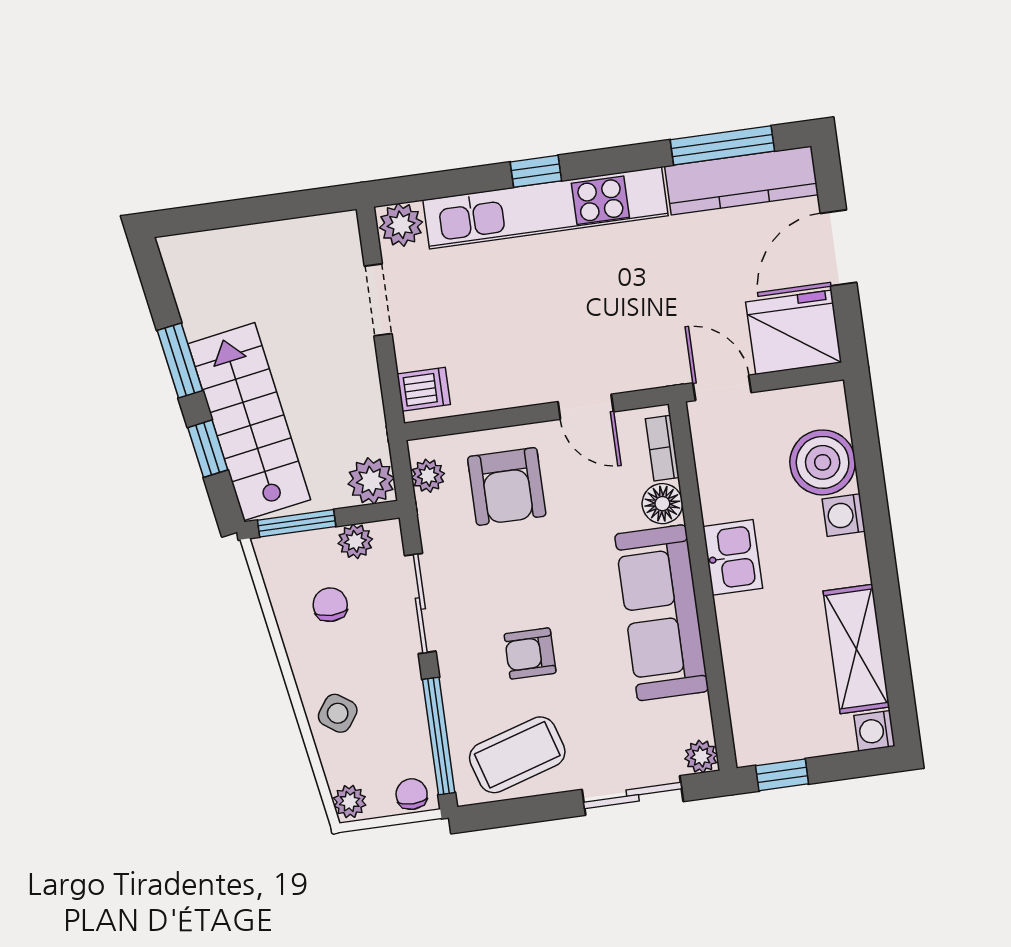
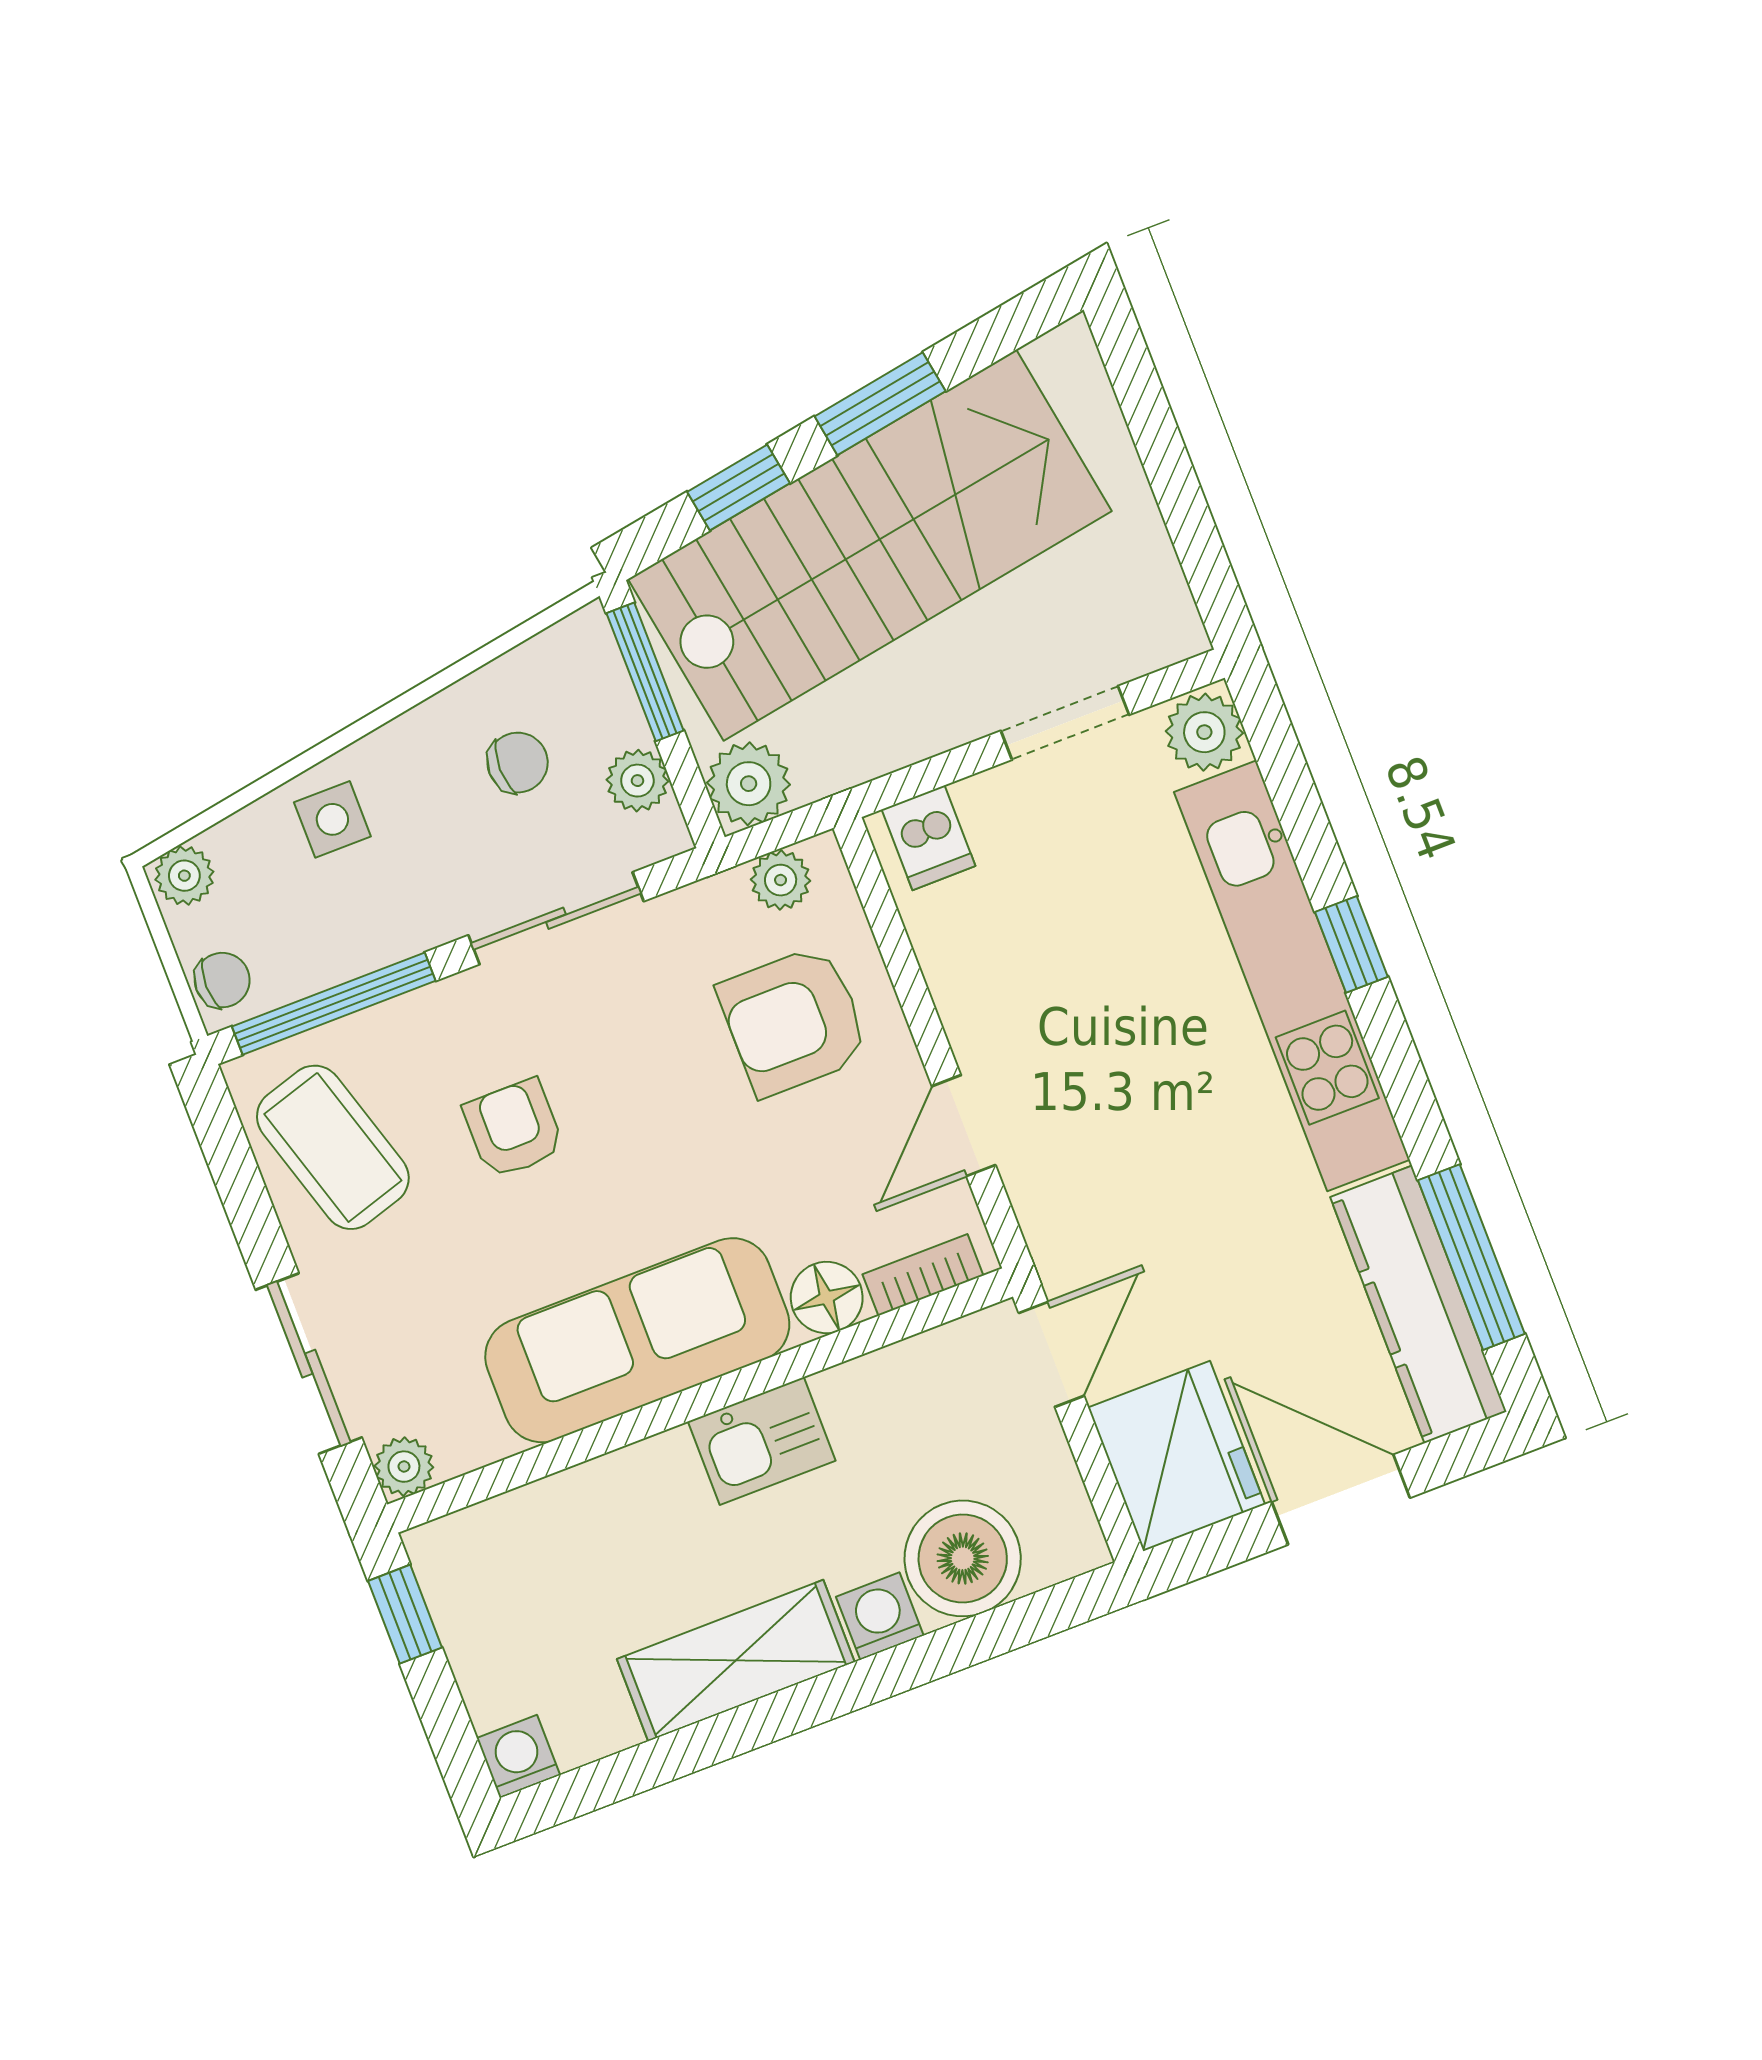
stairs: (249, 422) -> (870, 545), width x1.36, depth x1.51
shelving: (856, 649) -> (736, 1660), moved
side table: (338, 713) -> (332, 819), turned -35

